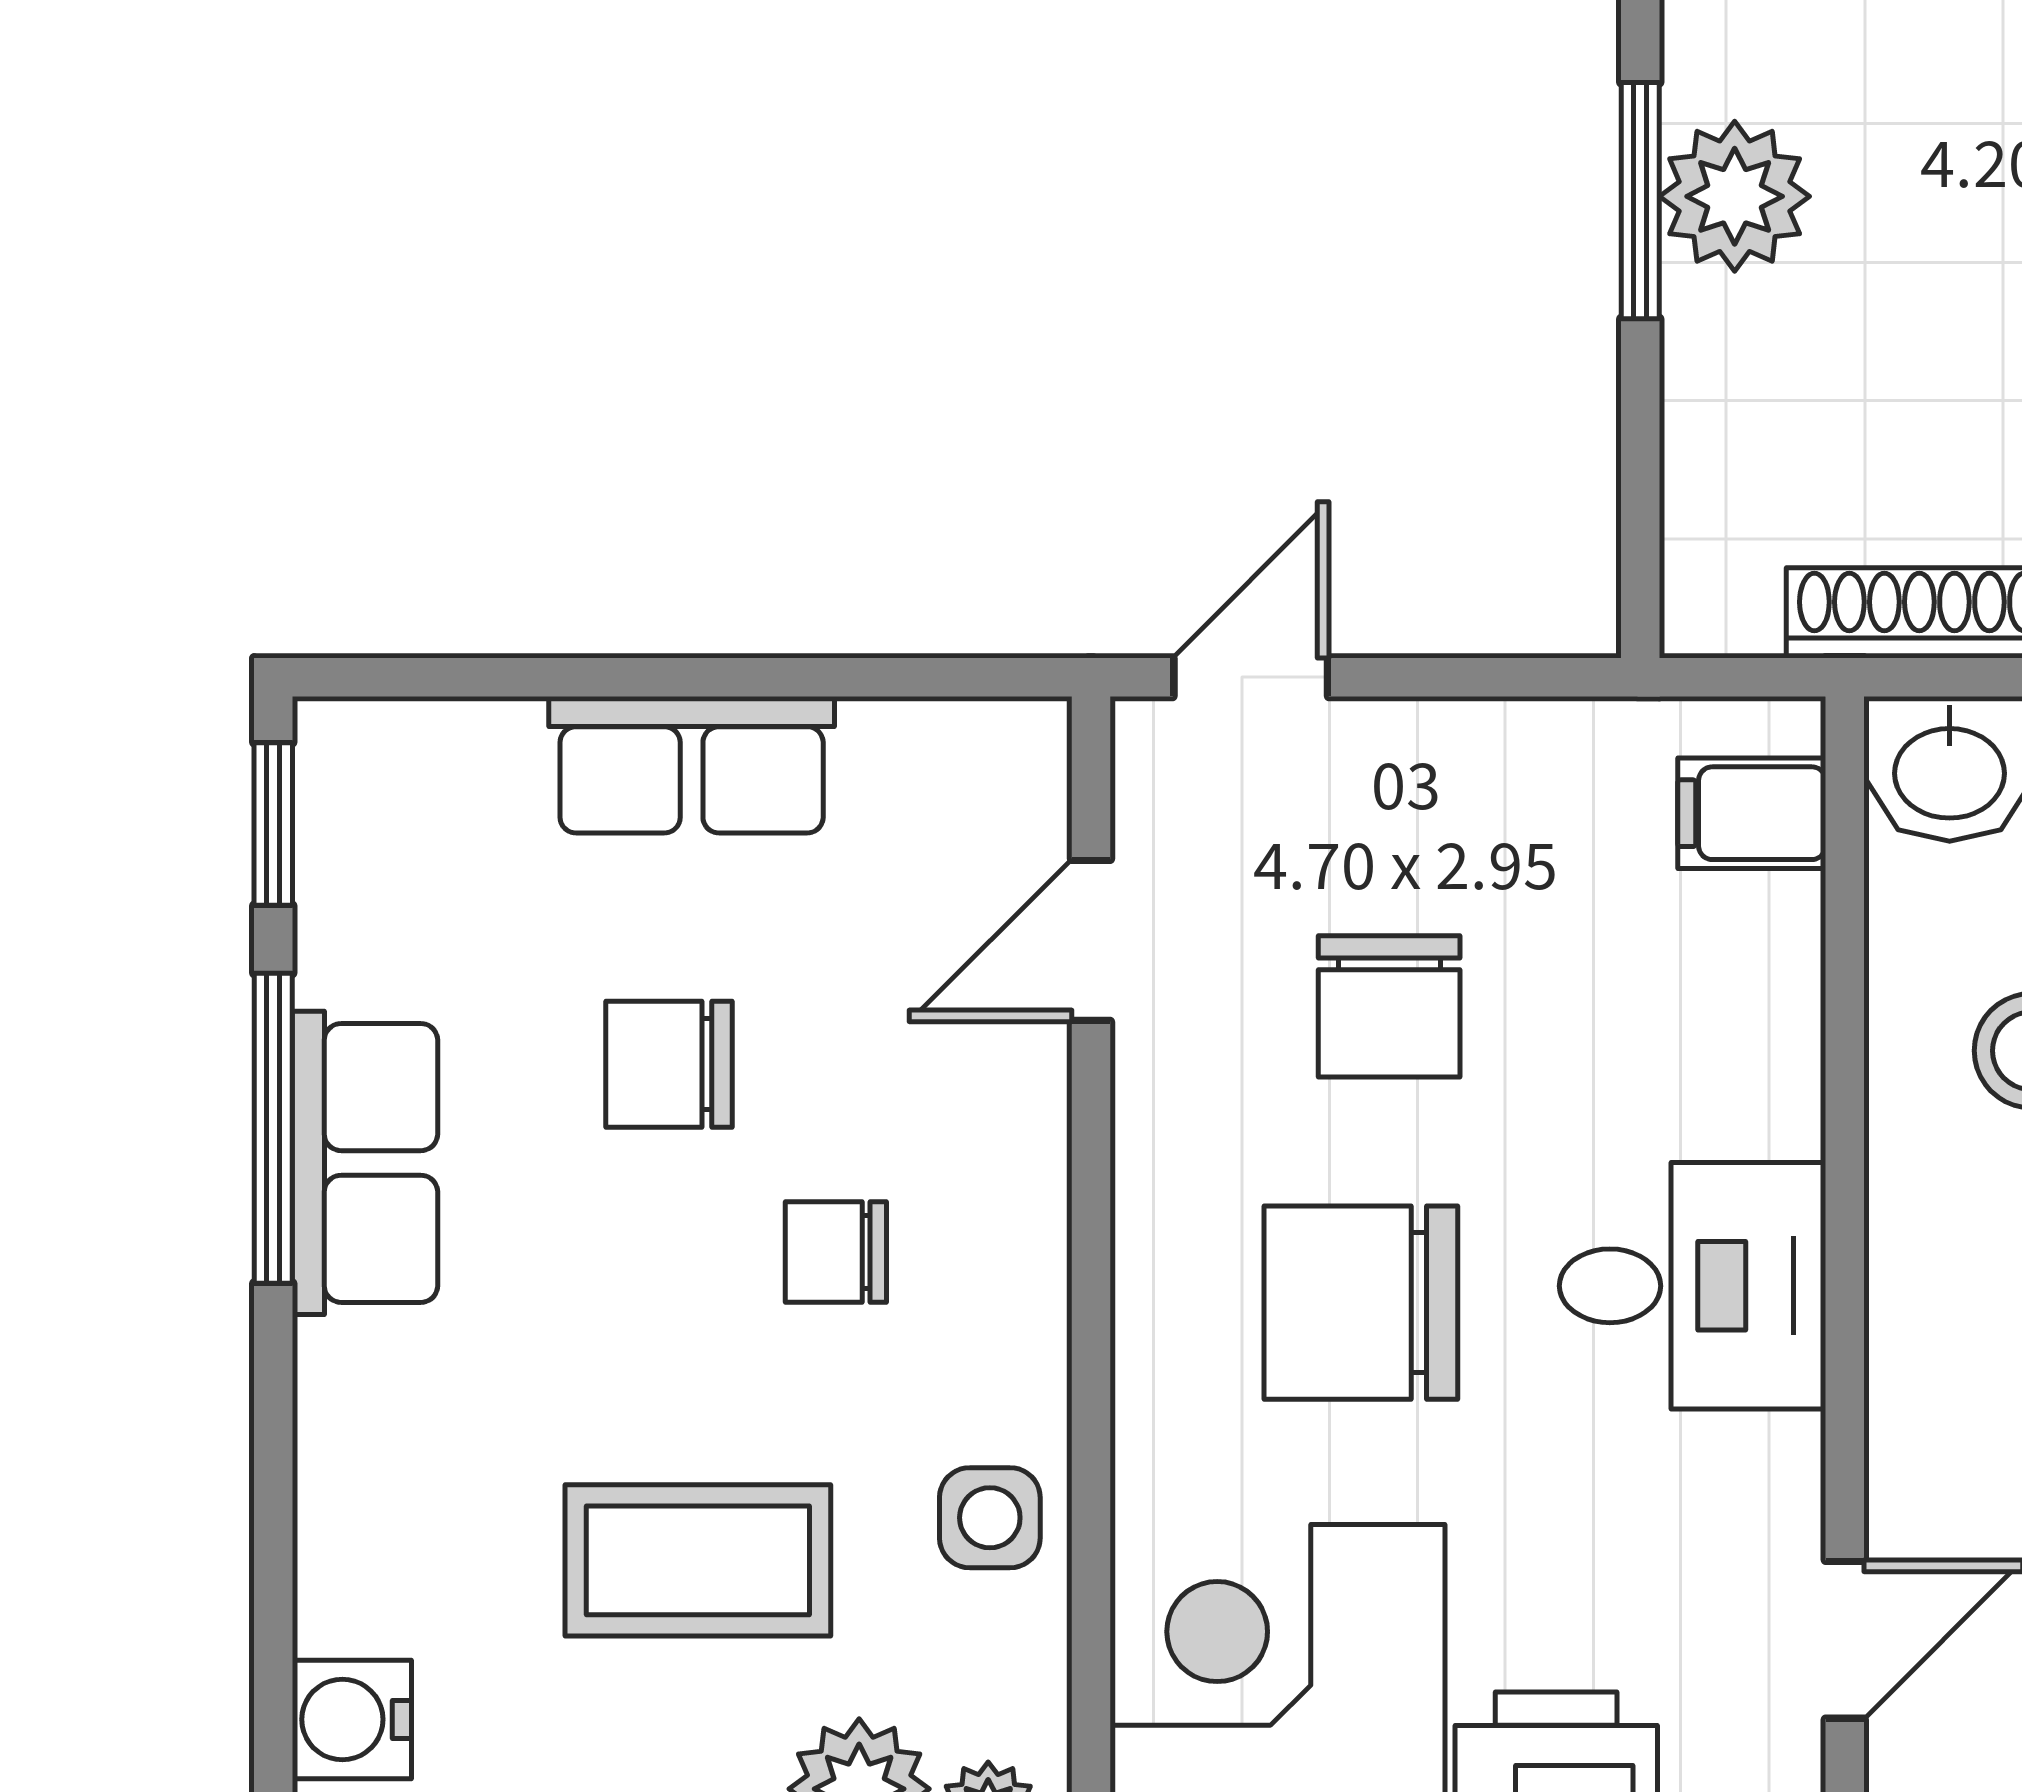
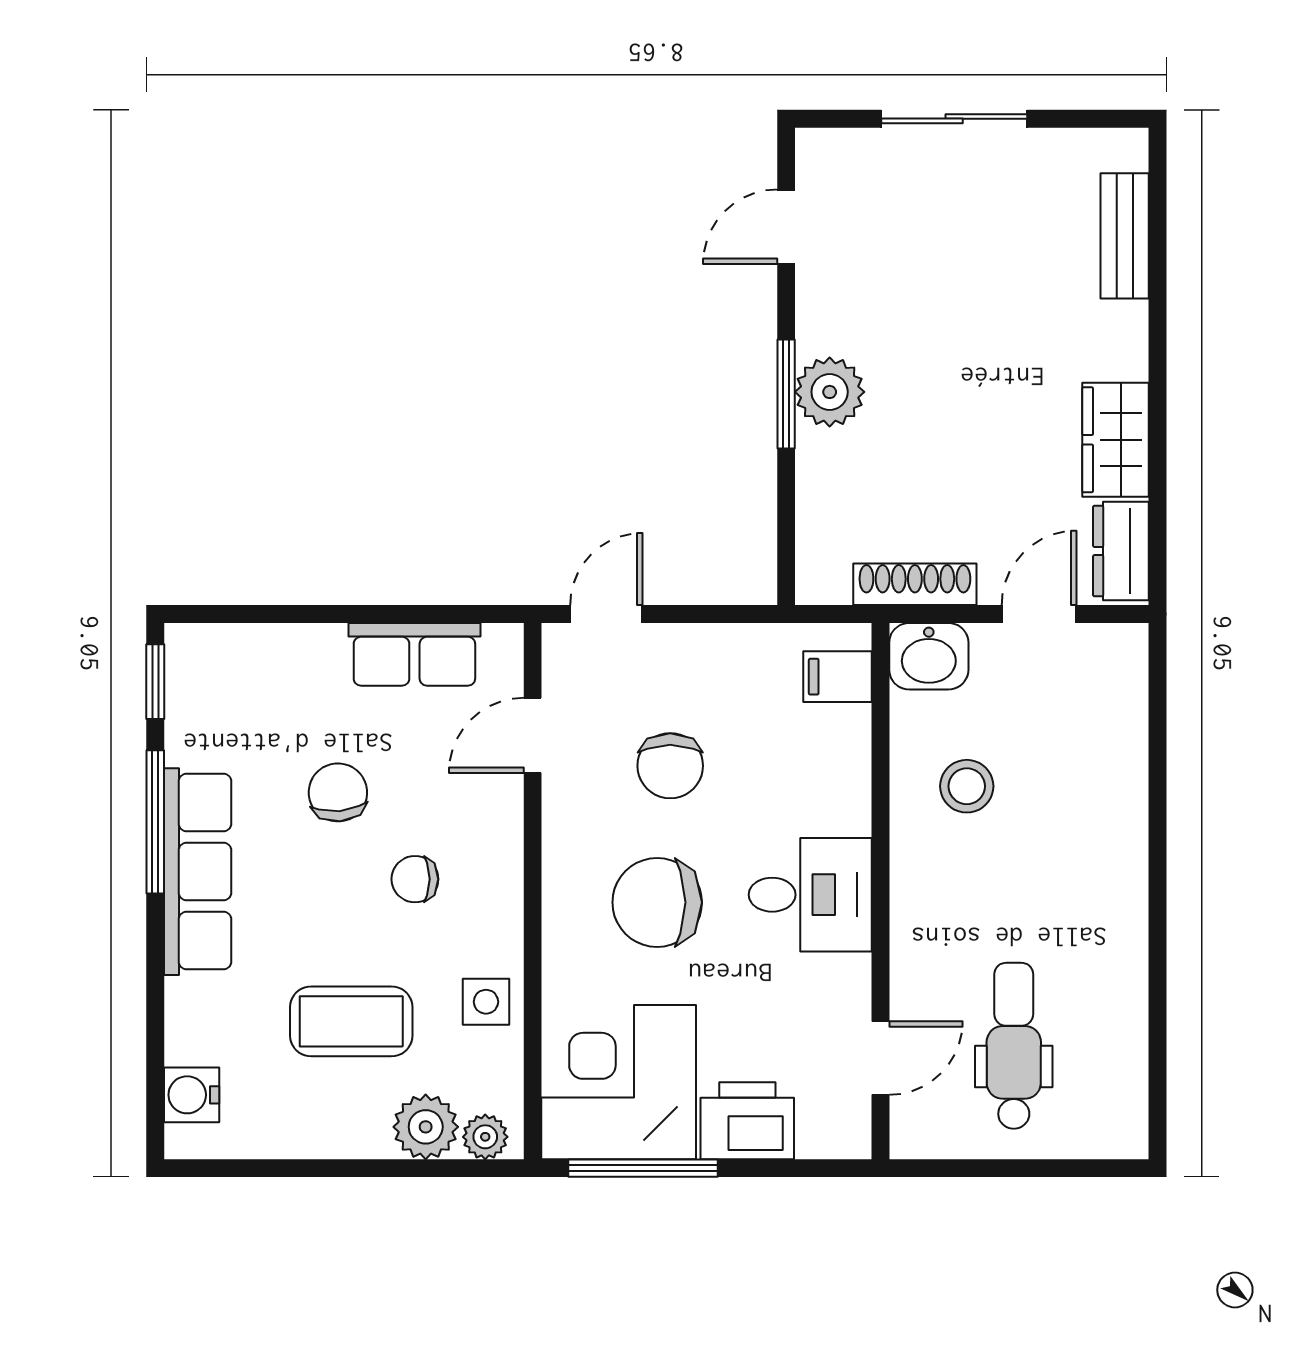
row of seats: (692, 765) -> (414, 654), moved
chair: (669, 1064) -> (338, 792), turned 85
row of seats: (365, 1163) -> (198, 872), width x1.48

